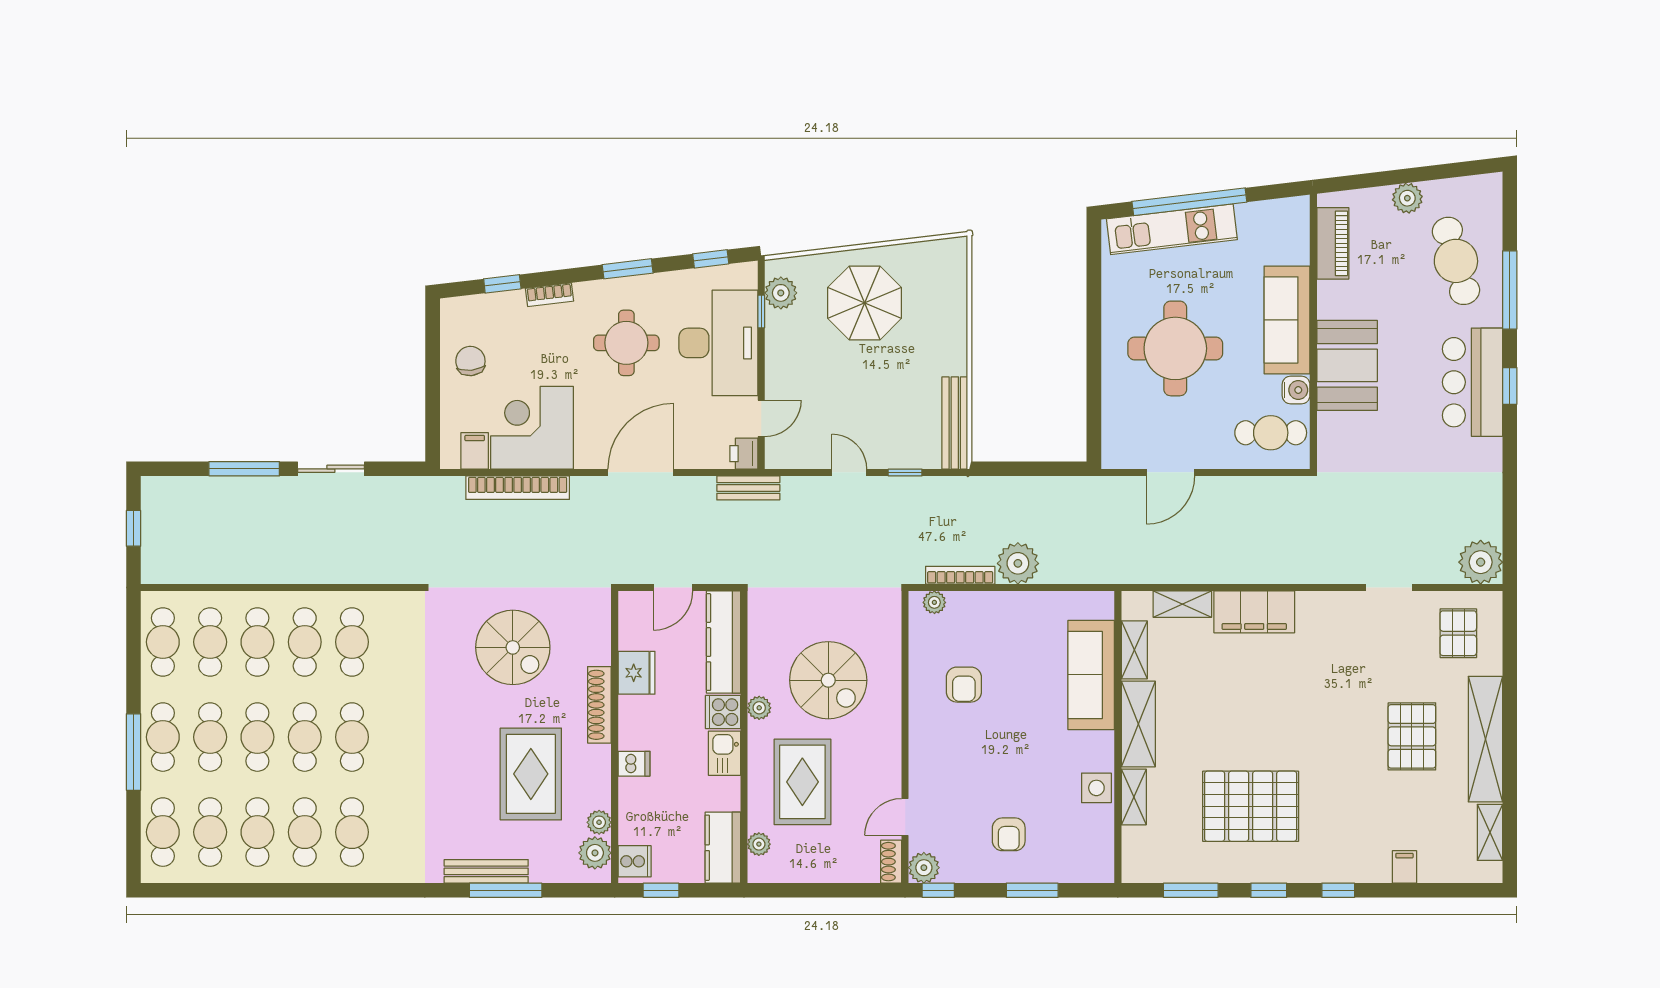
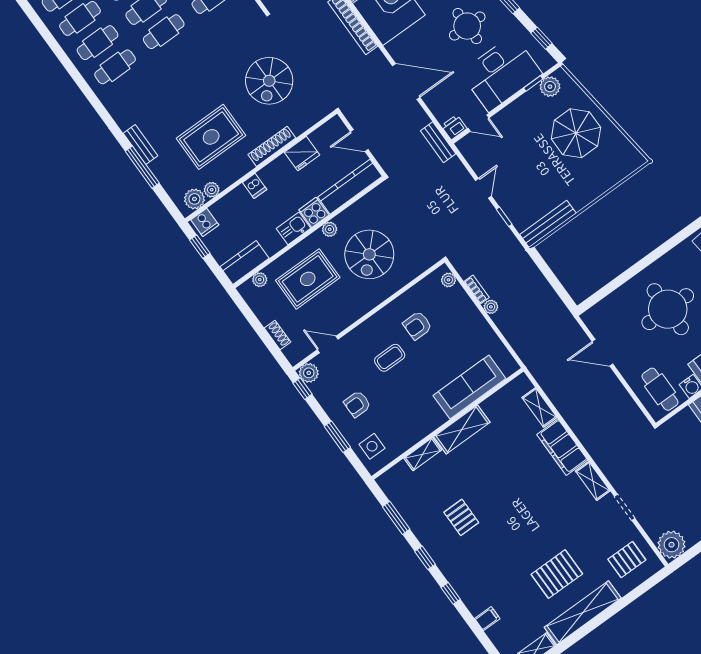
plant: (1018, 563) -> (491, 307), width x0.53, depth x0.53
bookcase: (960, 575) -> (477, 289), width x0.64
shelving: (1134, 650) -> (593, 481), moved, turned 90
coffee table: (980, 750) -> (390, 358), added
side table: (1096, 788) -> (372, 446), moved
pallet: (1251, 806) -> (461, 517), width x0.49, depth x0.50
shoe rack: (891, 862) -> (277, 335), moved, turned 90
bench: (486, 871) -> (141, 144), width x0.73

